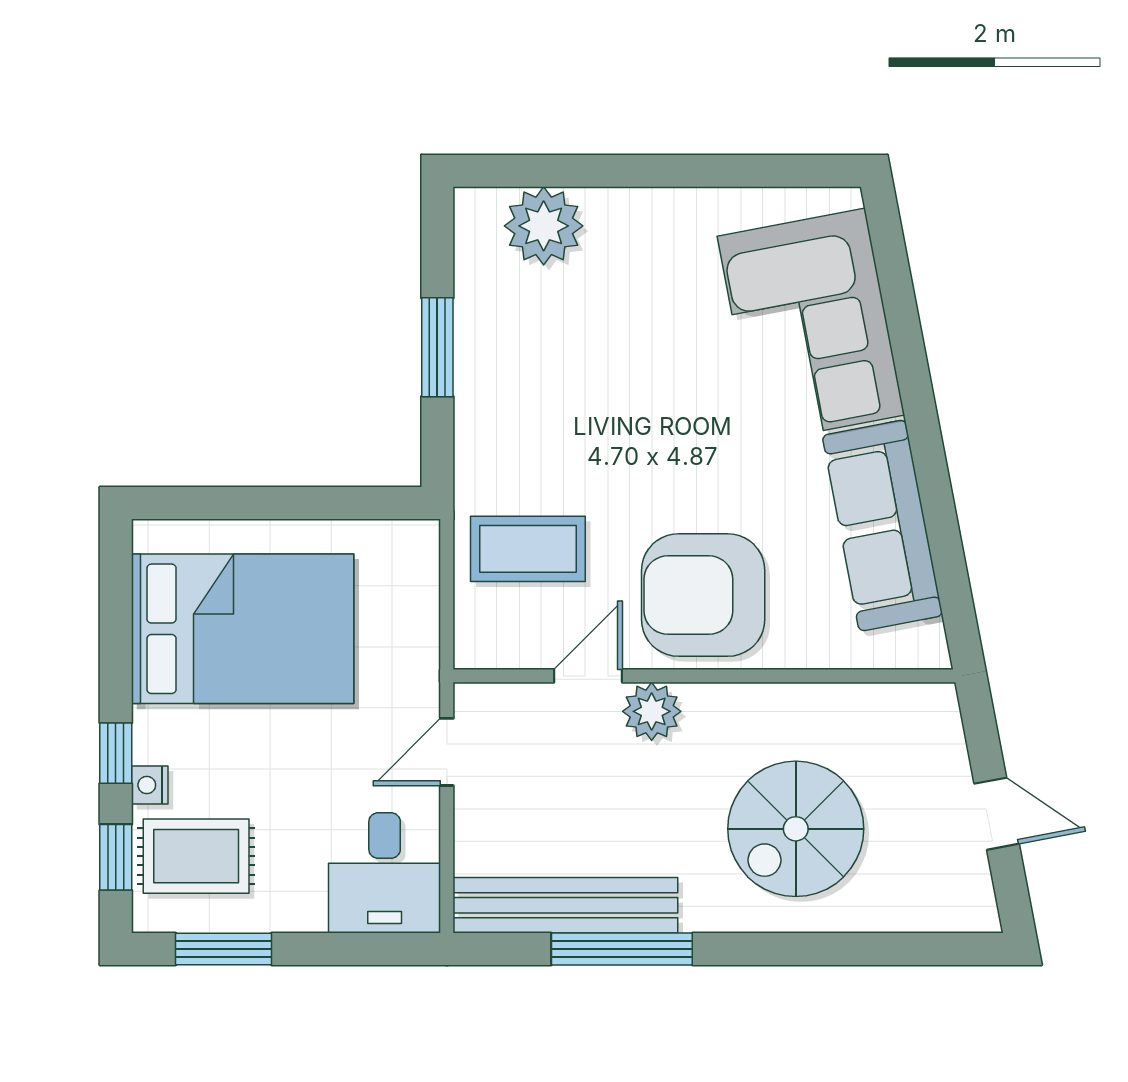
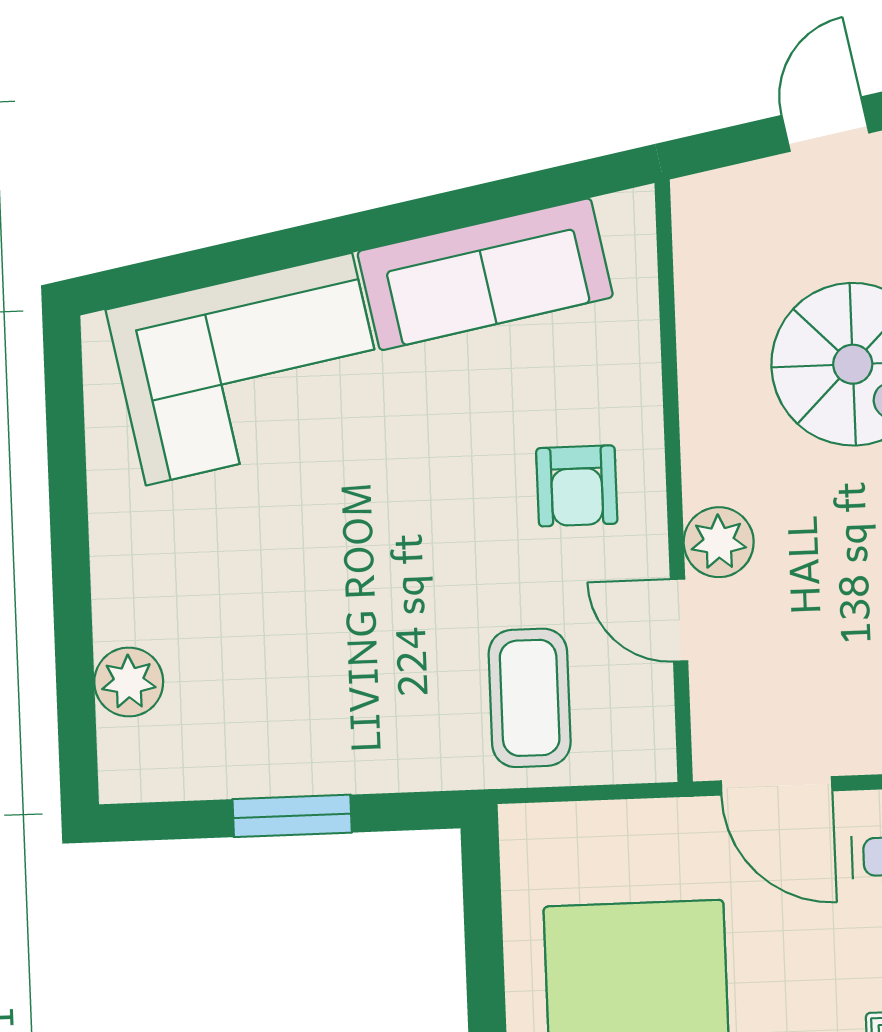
plant: (544, 226) -> (129, 682), width x0.73, depth x0.73
armchair: (703, 595) -> (577, 486), width x0.53, depth x0.53
door: (447, 752) -> (777, 786), width x1.38

